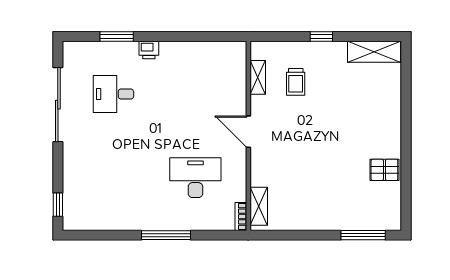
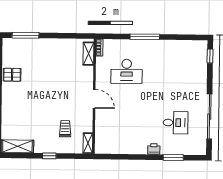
shelving: (258, 77) -> (88, 143), moved

